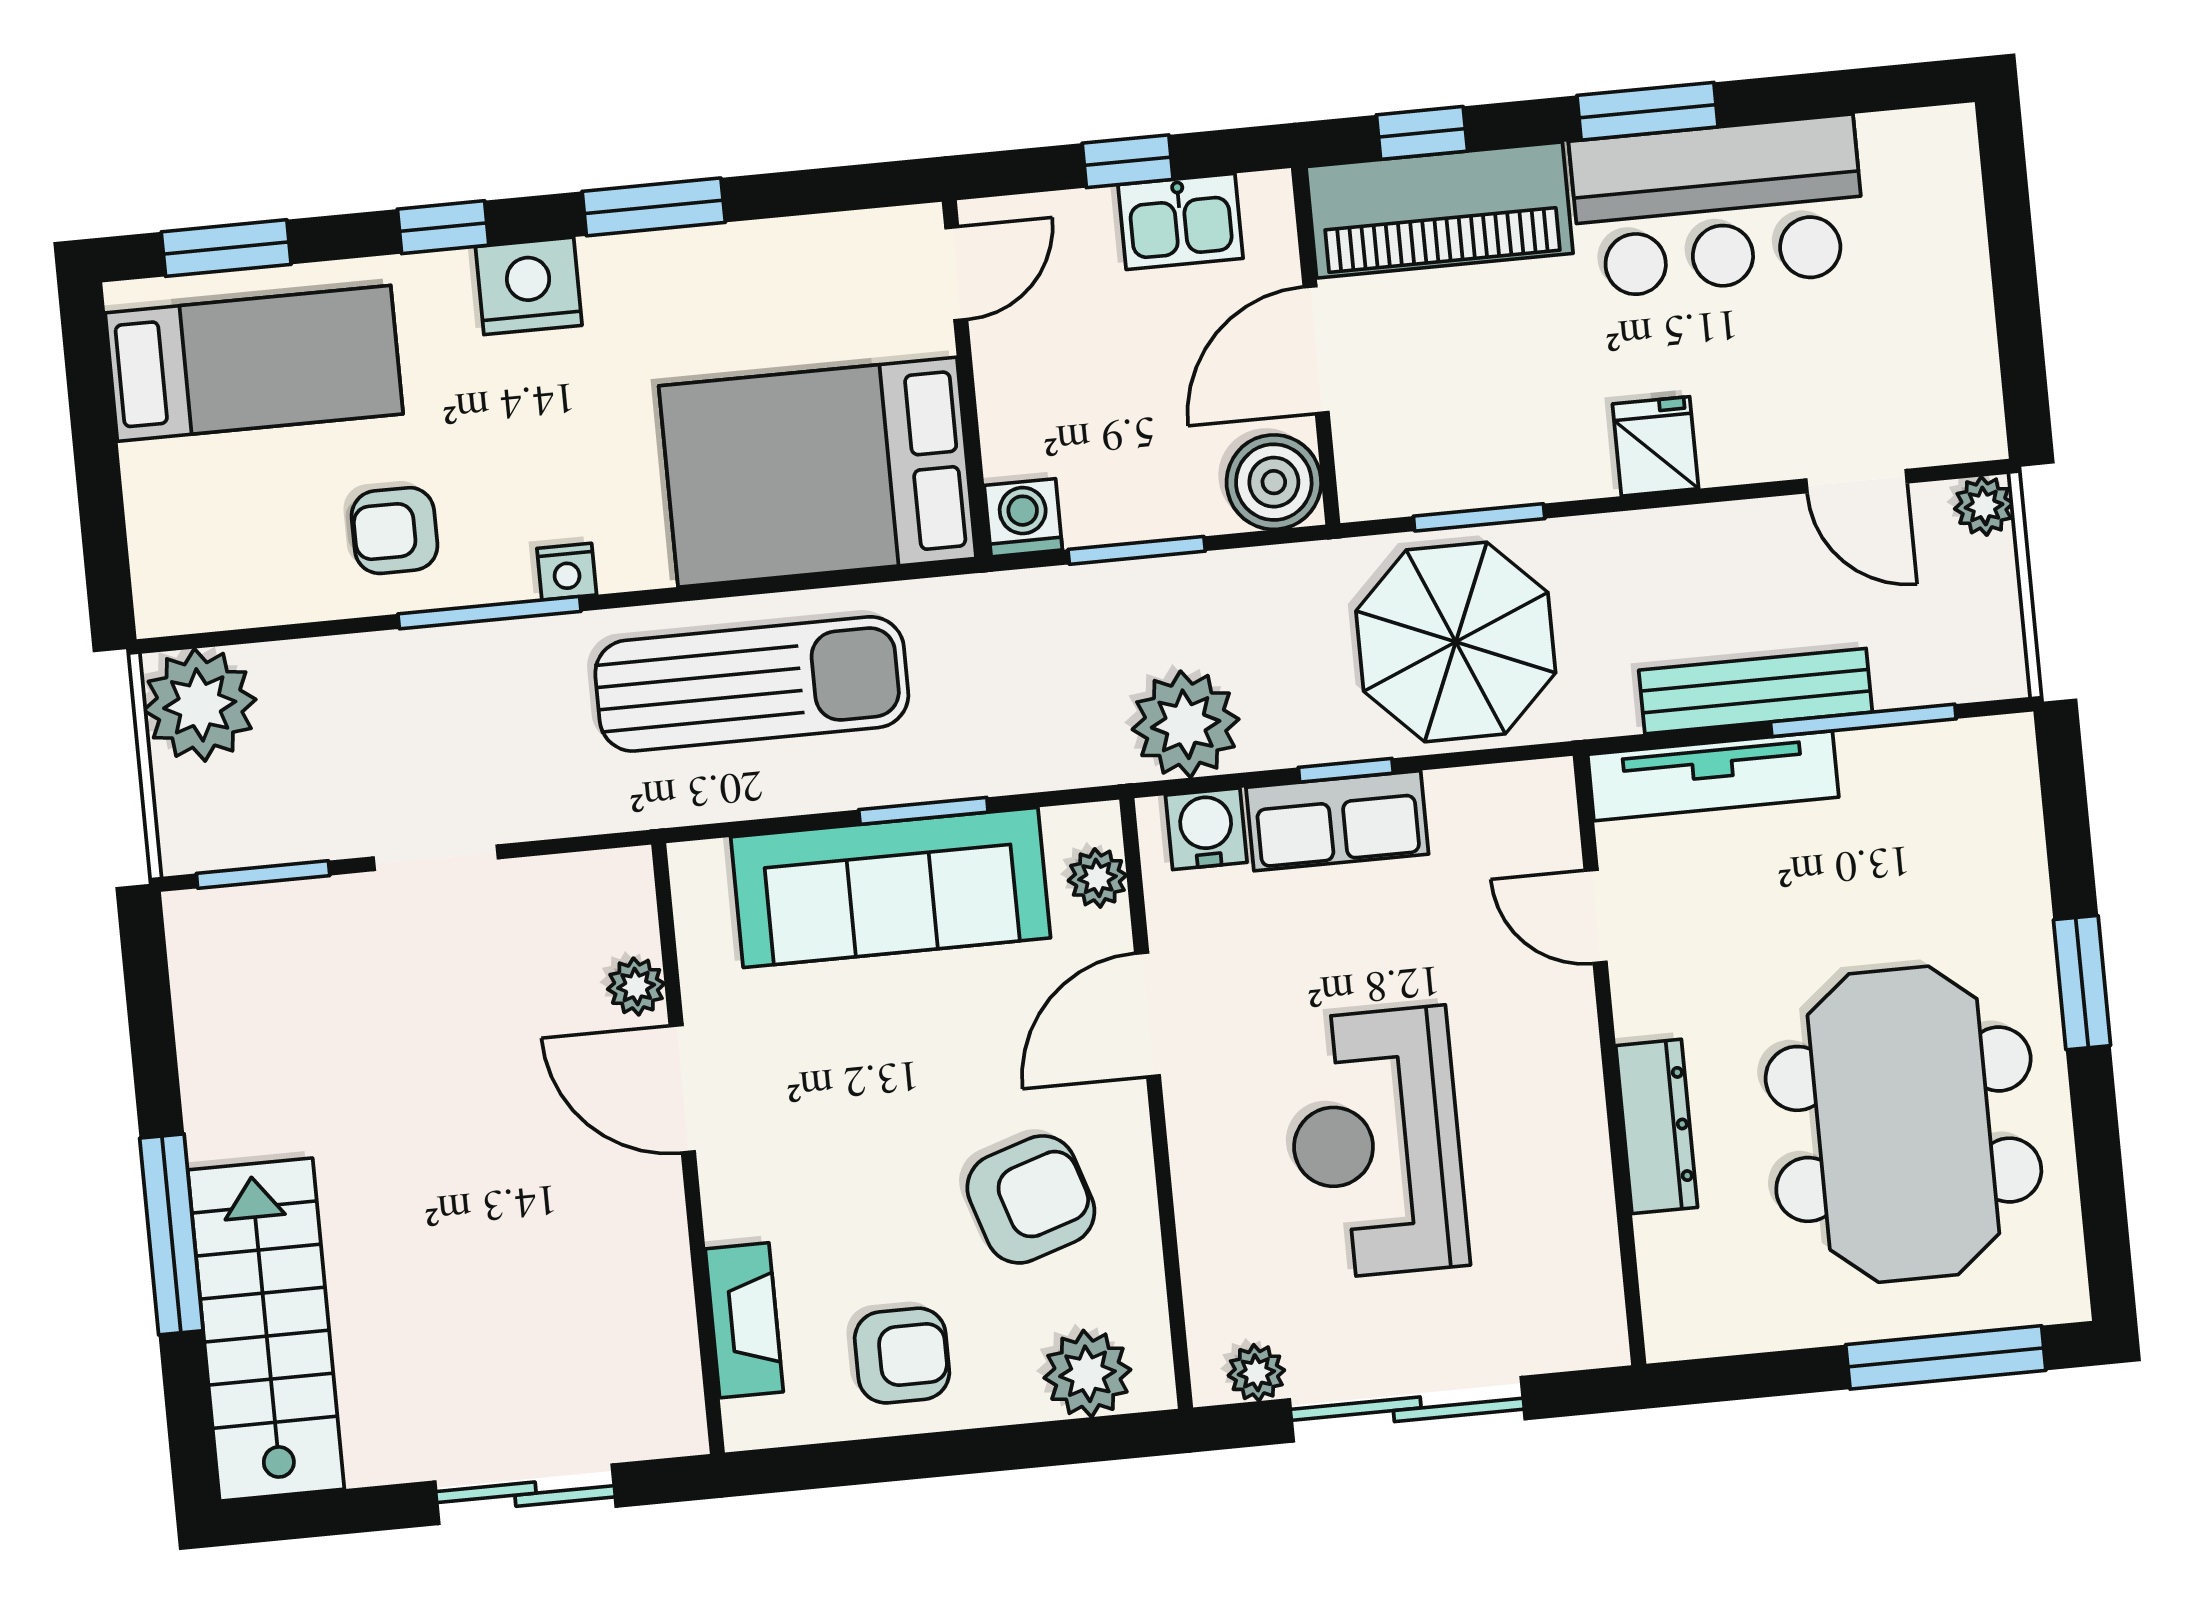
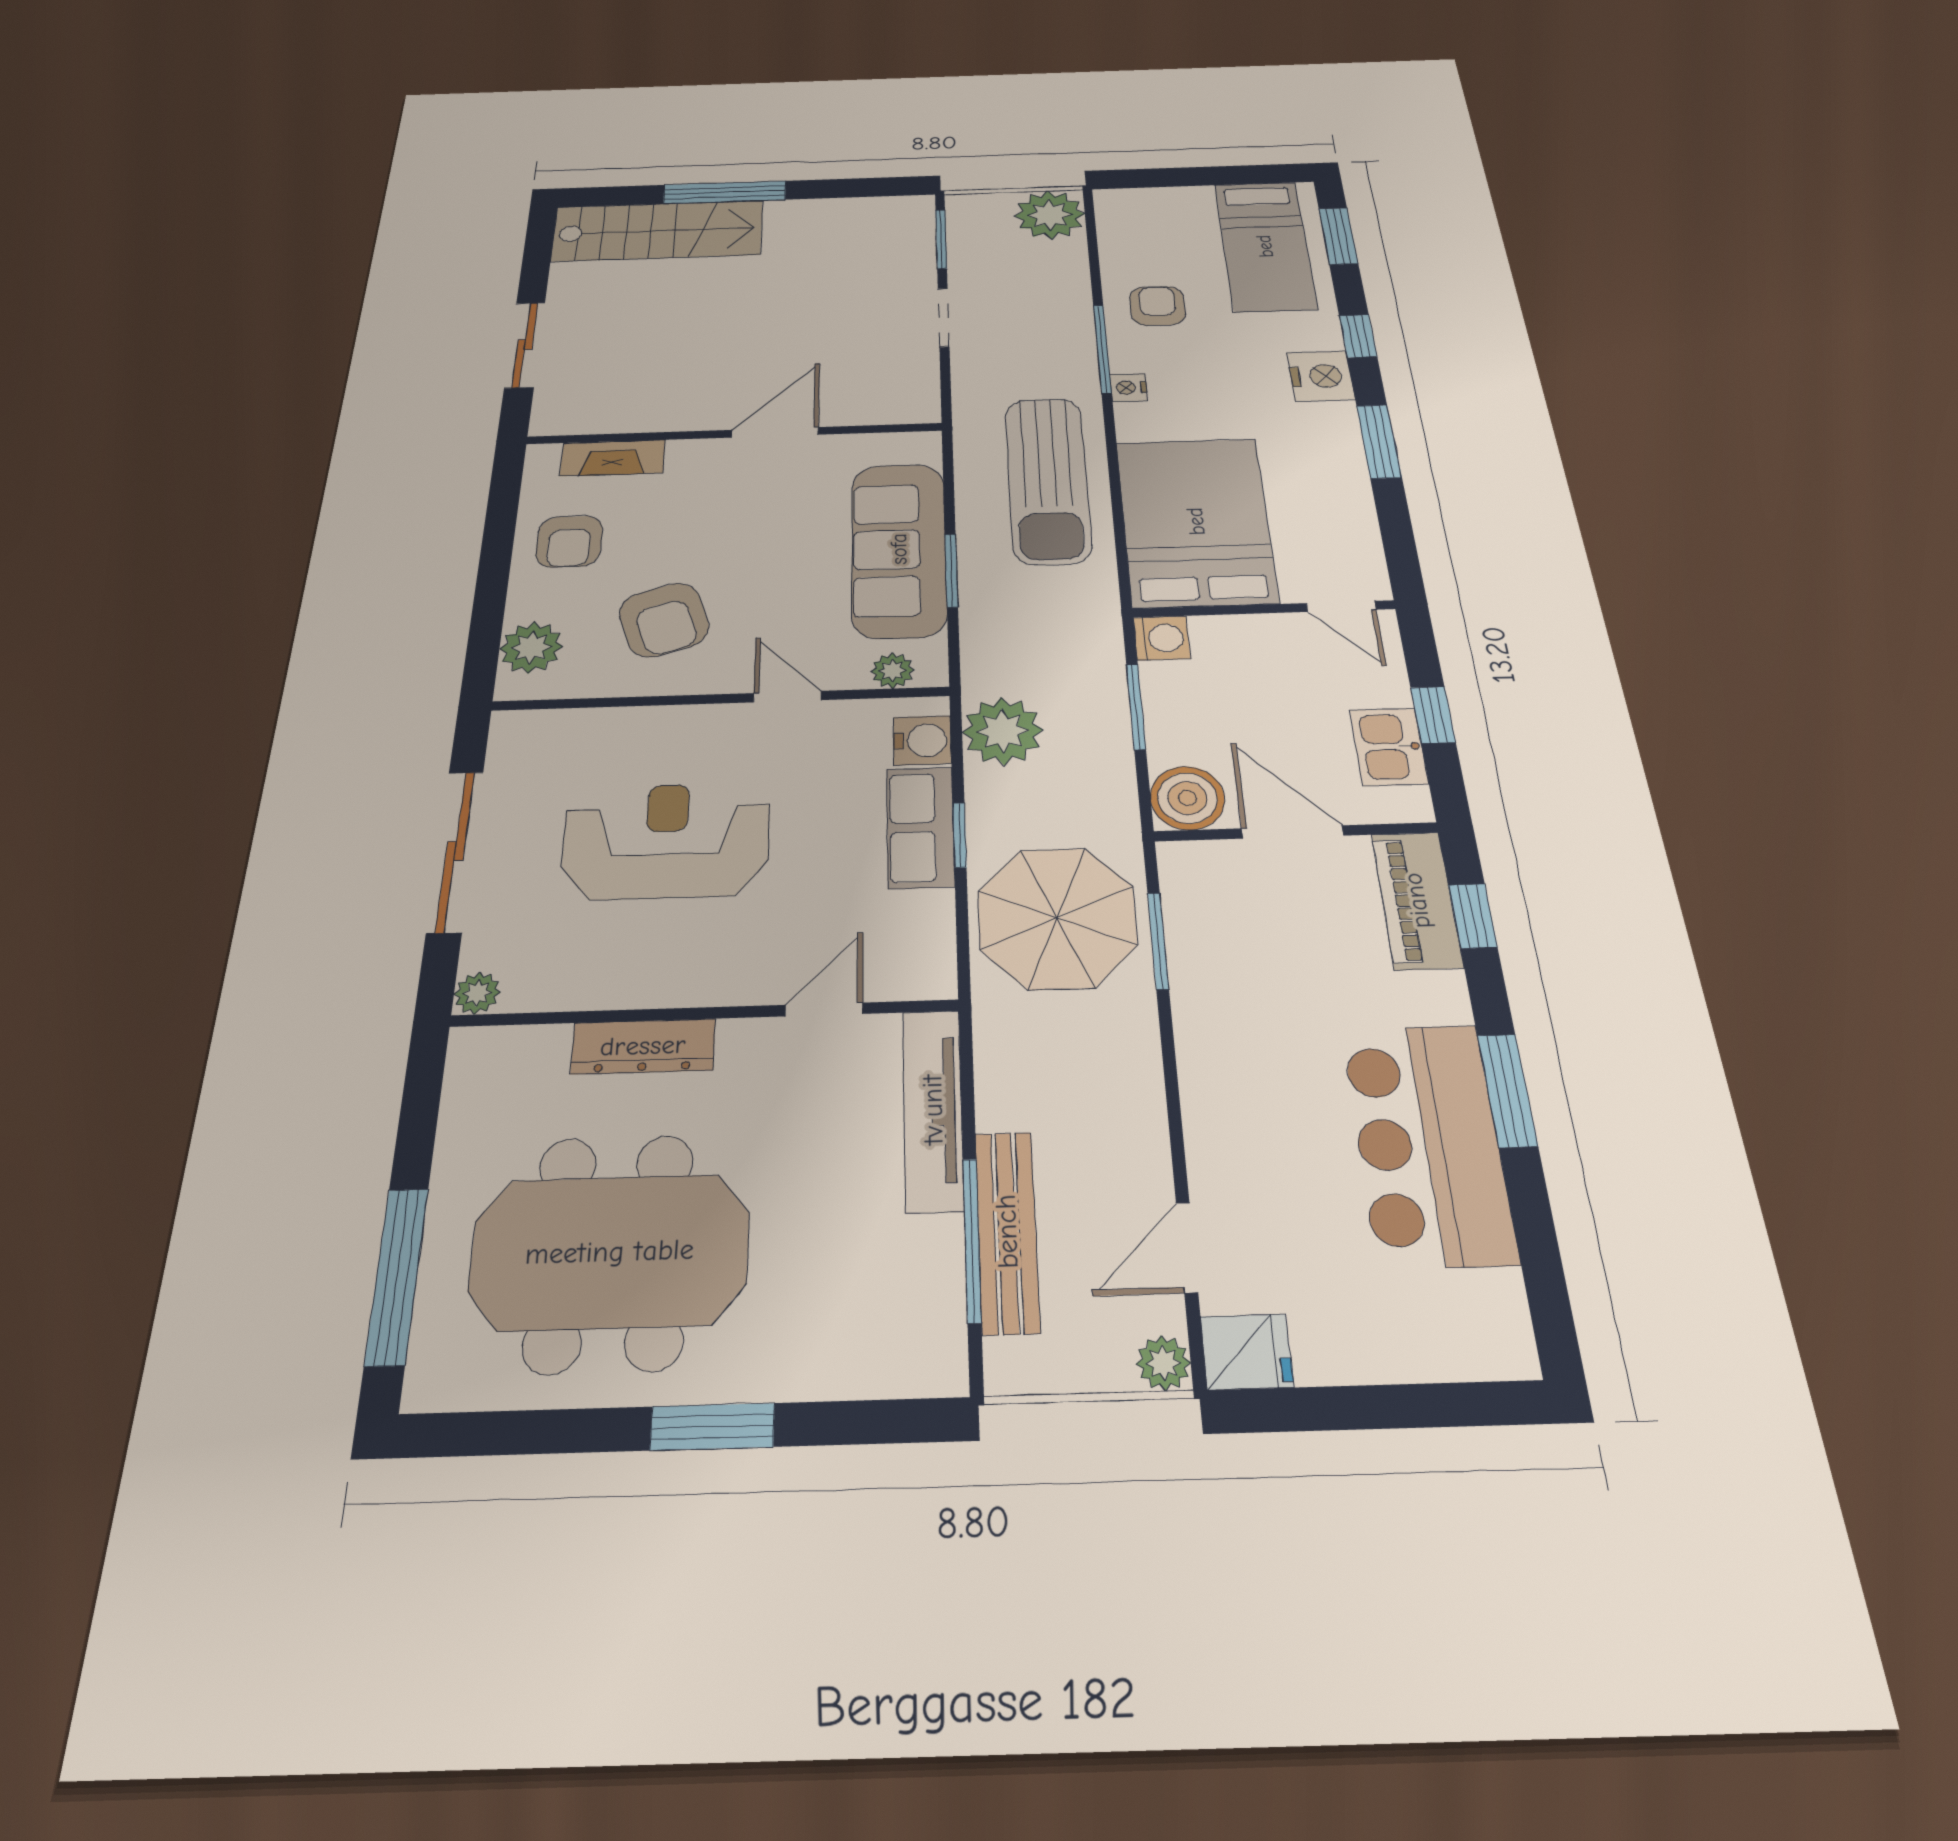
piano: (1440, 210) -> (1417, 900), width x0.73, depth x0.75
fridge: (1656, 446) -> (1247, 1352), moved
bench: (1756, 691) -> (1007, 1231), moved
plant: (636, 986) -> (847, 412), removed
door: (1148, 1014) -> (787, 697), width x0.73
plant: (1256, 1373) -> (477, 993), moved

